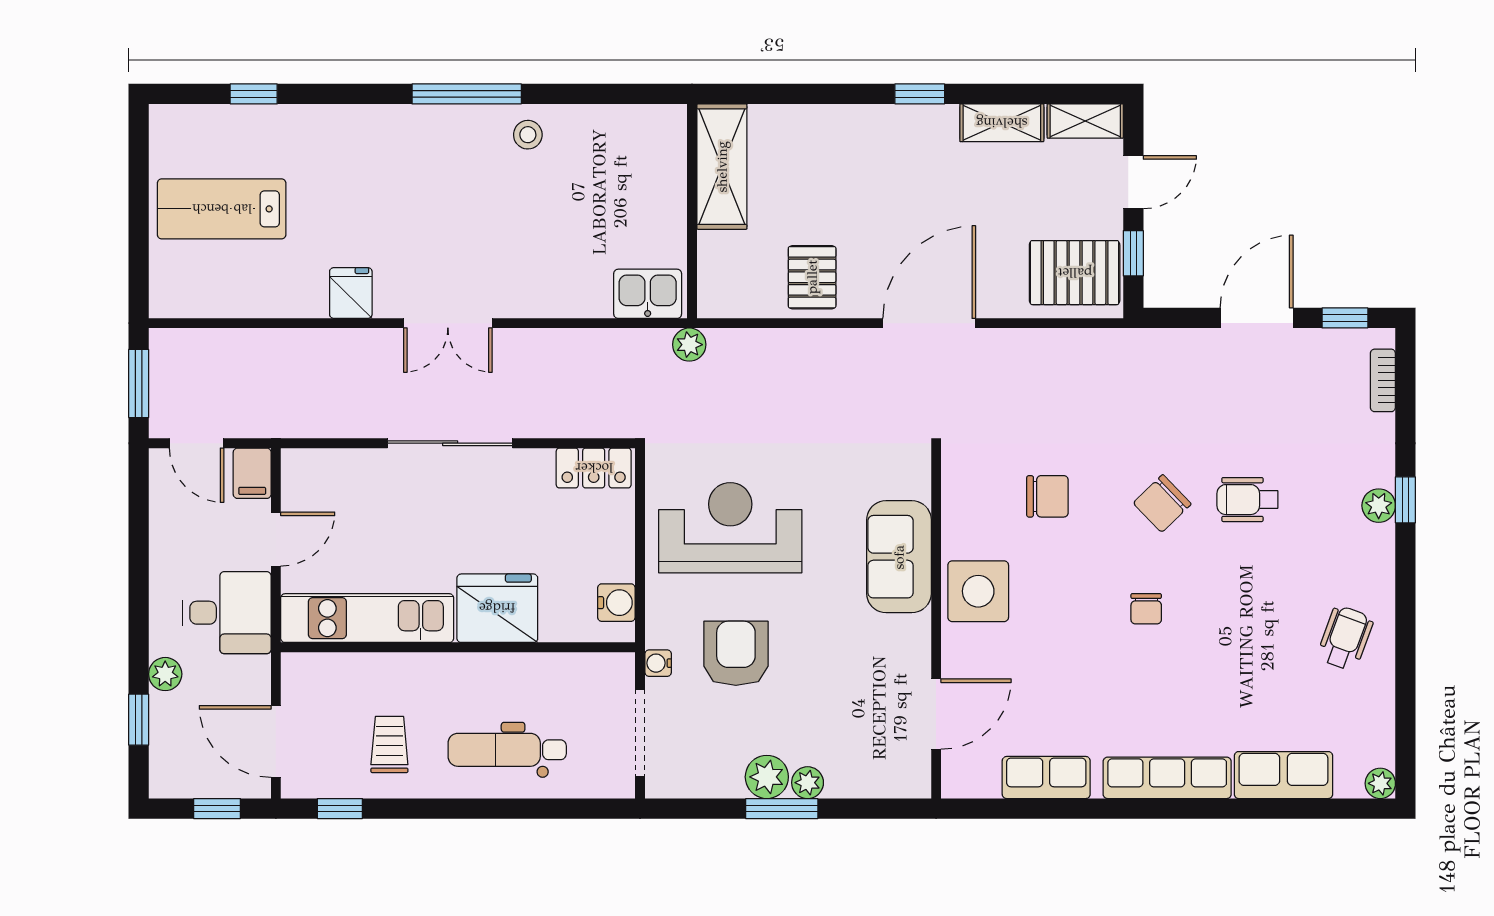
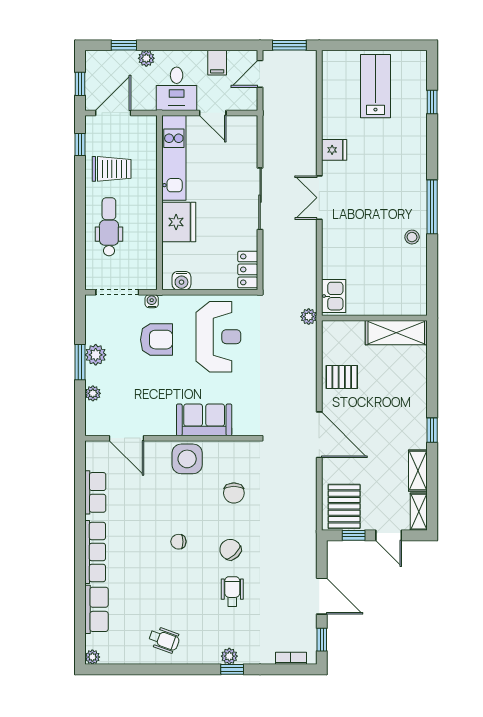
filing cabinet: (252, 473) -> (217, 63), moved, turned -90
trolley: (389, 744) -> (112, 169), width x1.36, depth x1.39
plant: (808, 783) -> (93, 393), moved

